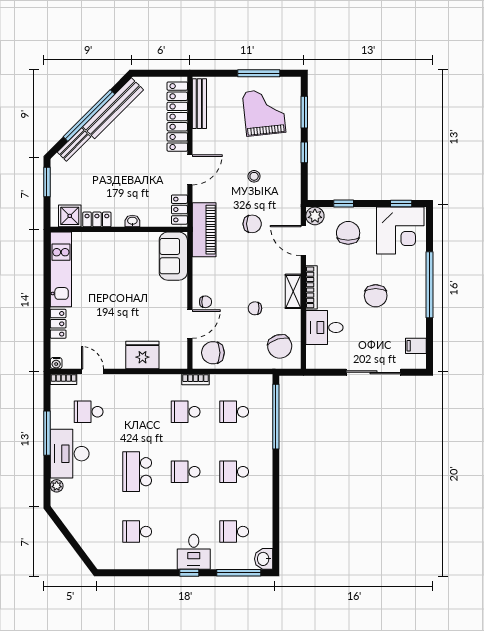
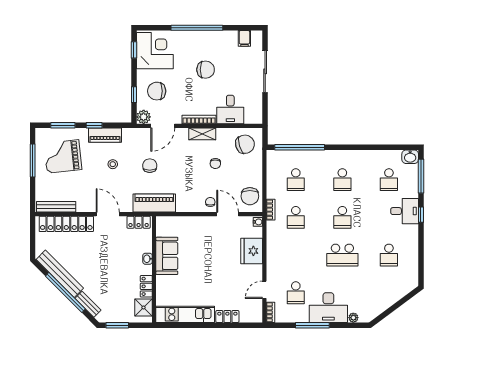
piano: (291, 166) -> (105, 135), added
sofa: (173, 256) -> (167, 256), moved, turned -90
water cooler: (56, 363) -> (258, 222), moved

